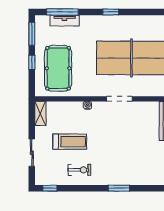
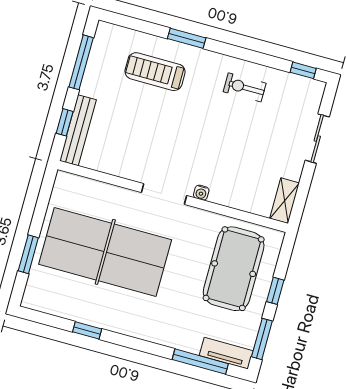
window: (111, 12) -> (87, 330), moved
tv unit: (65, 21) -> (226, 353), moved
doorway: (119, 99) -> (164, 194), moved
treadmill: (70, 142) -> (155, 72), moved

